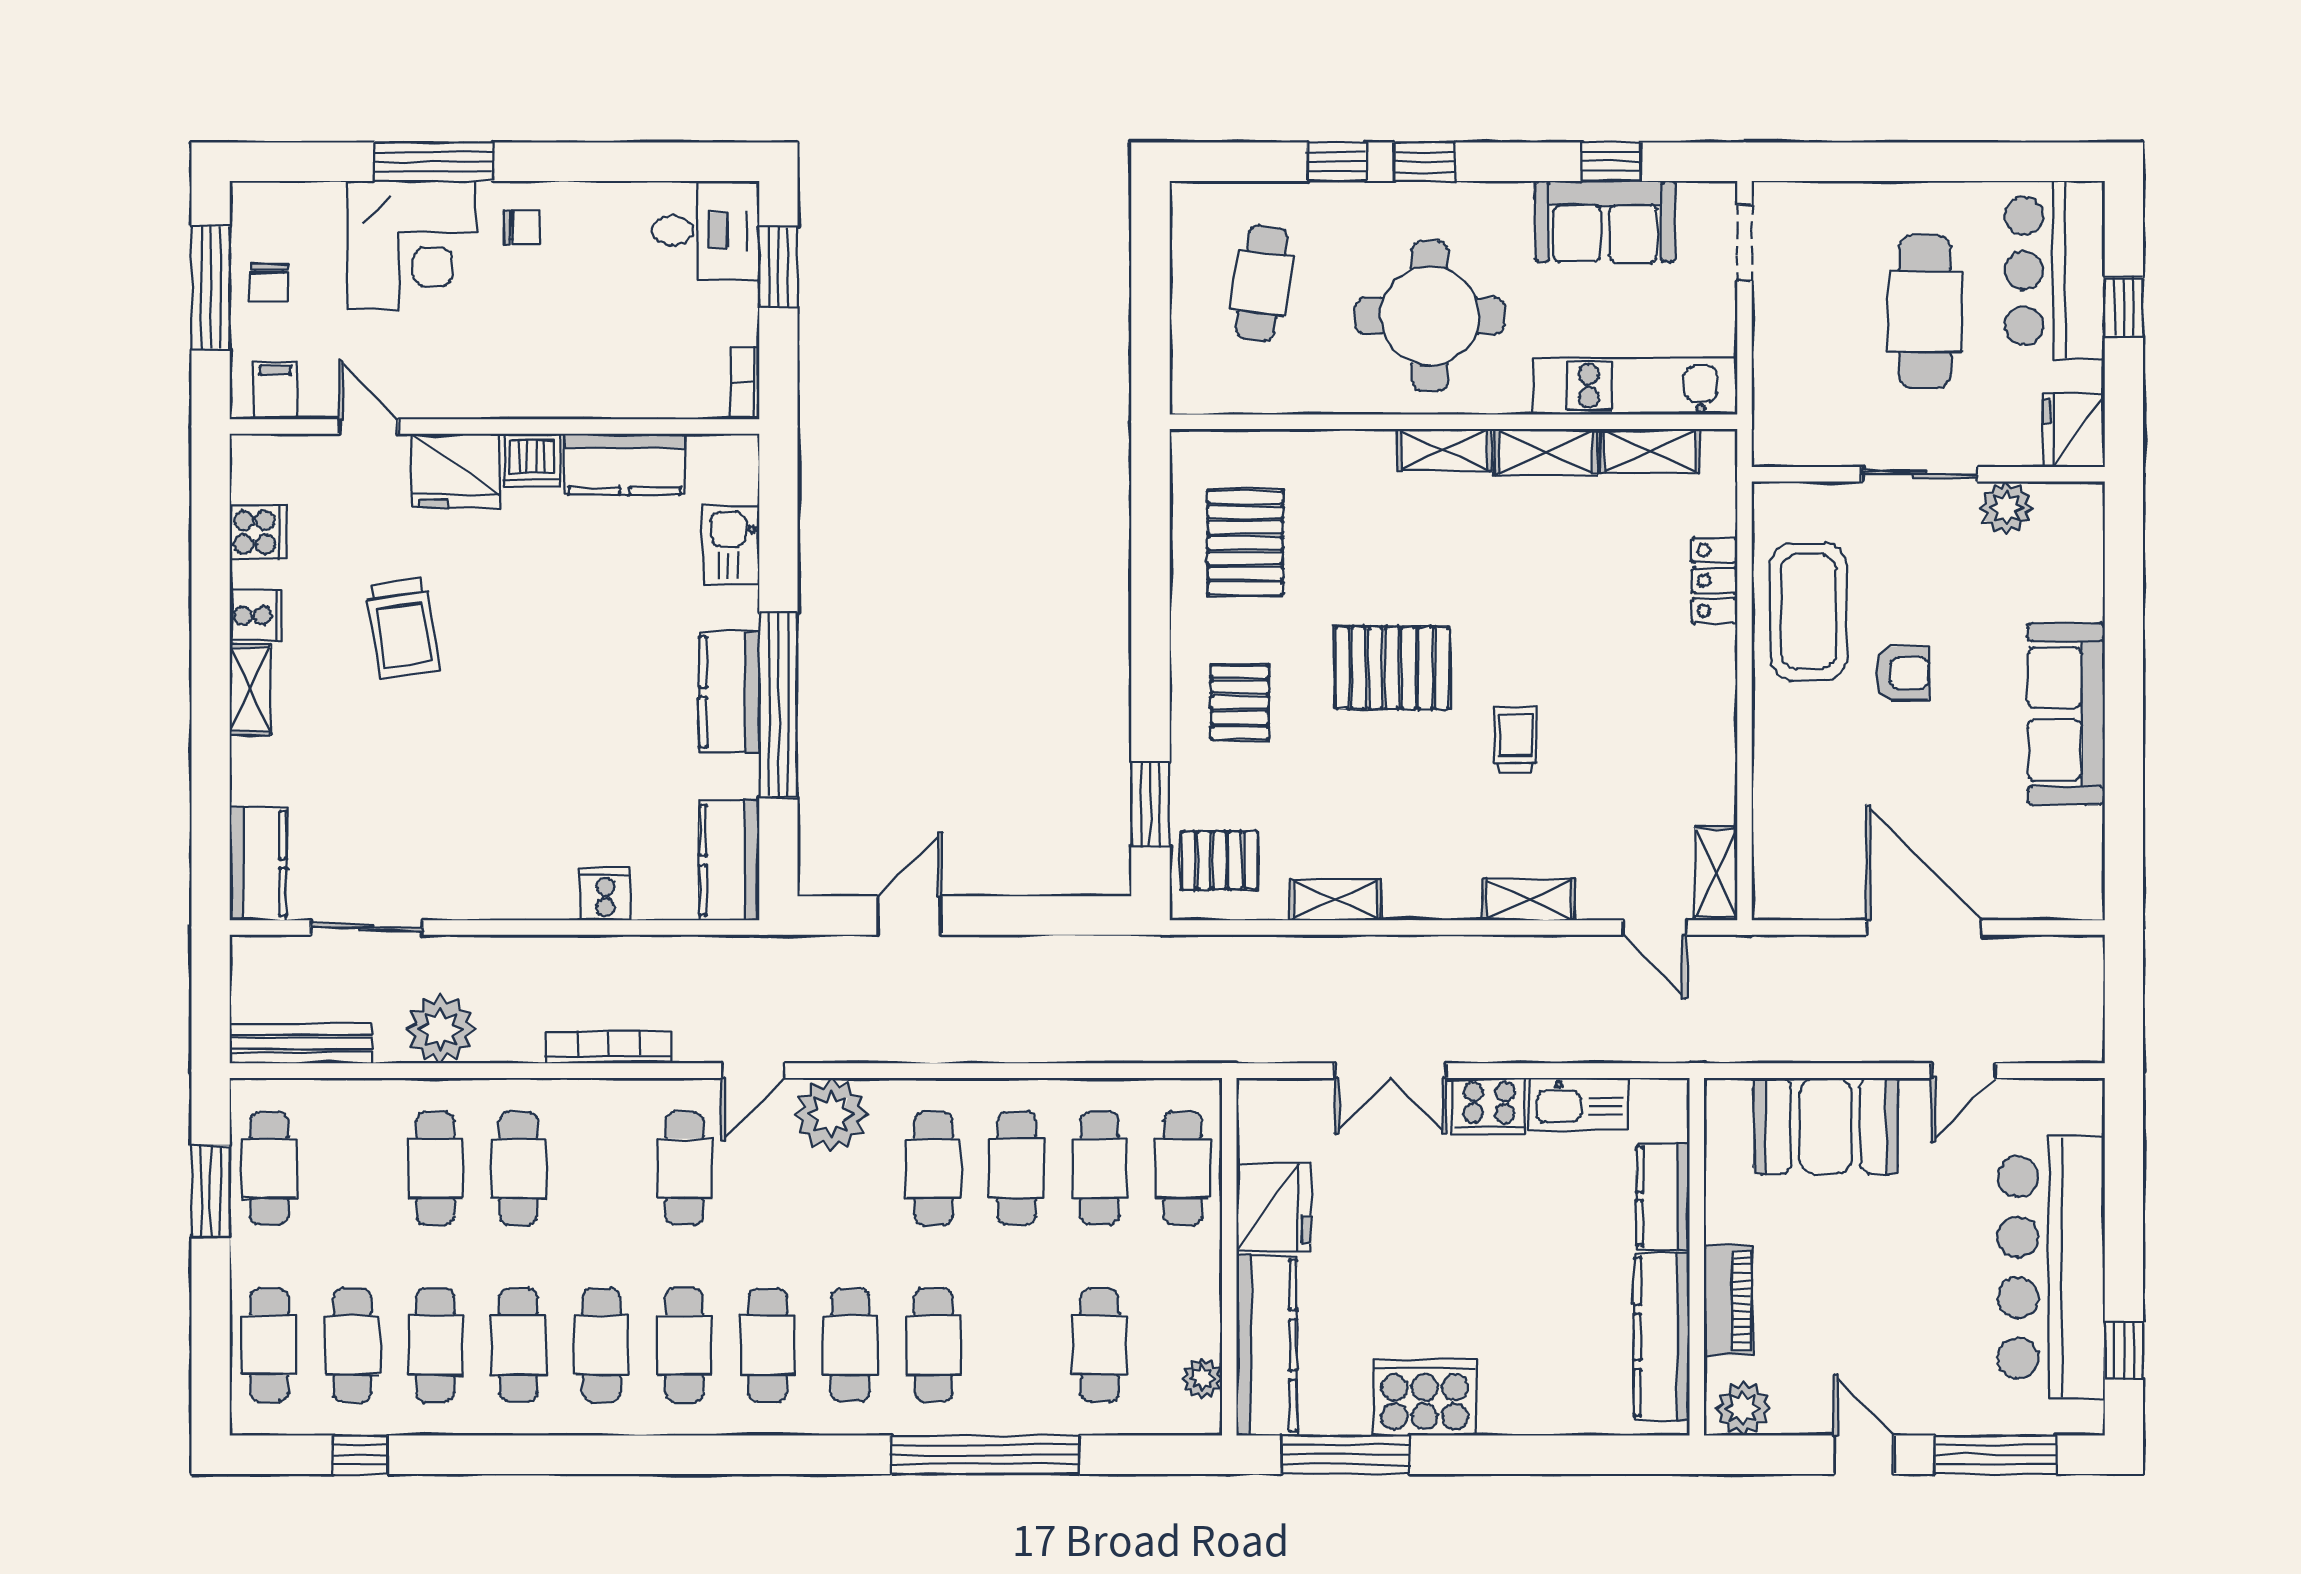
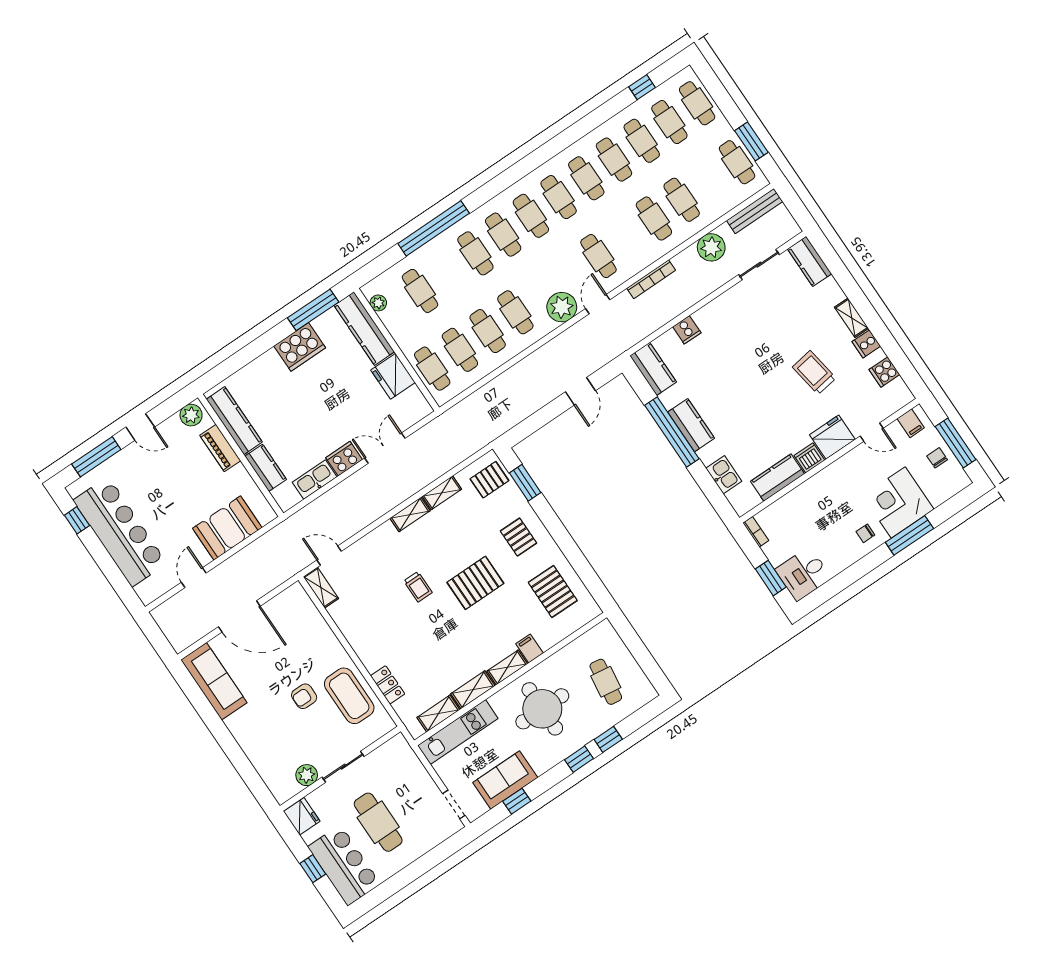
filing cabinet: (1372, 458) -> (530, 648), added
sofa: (2066, 714) -> (214, 681), moved
shelving: (1528, 899) -> (410, 514), moved

